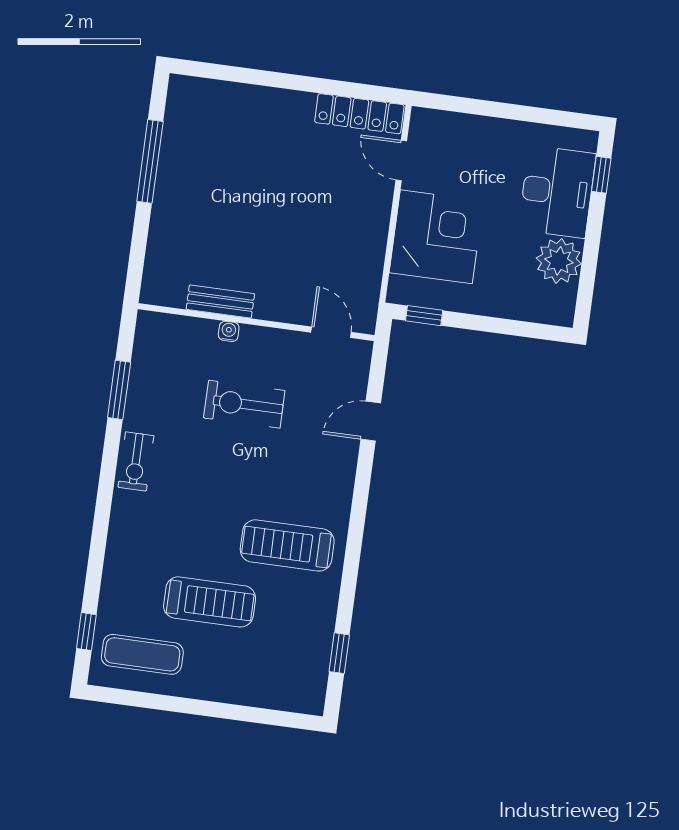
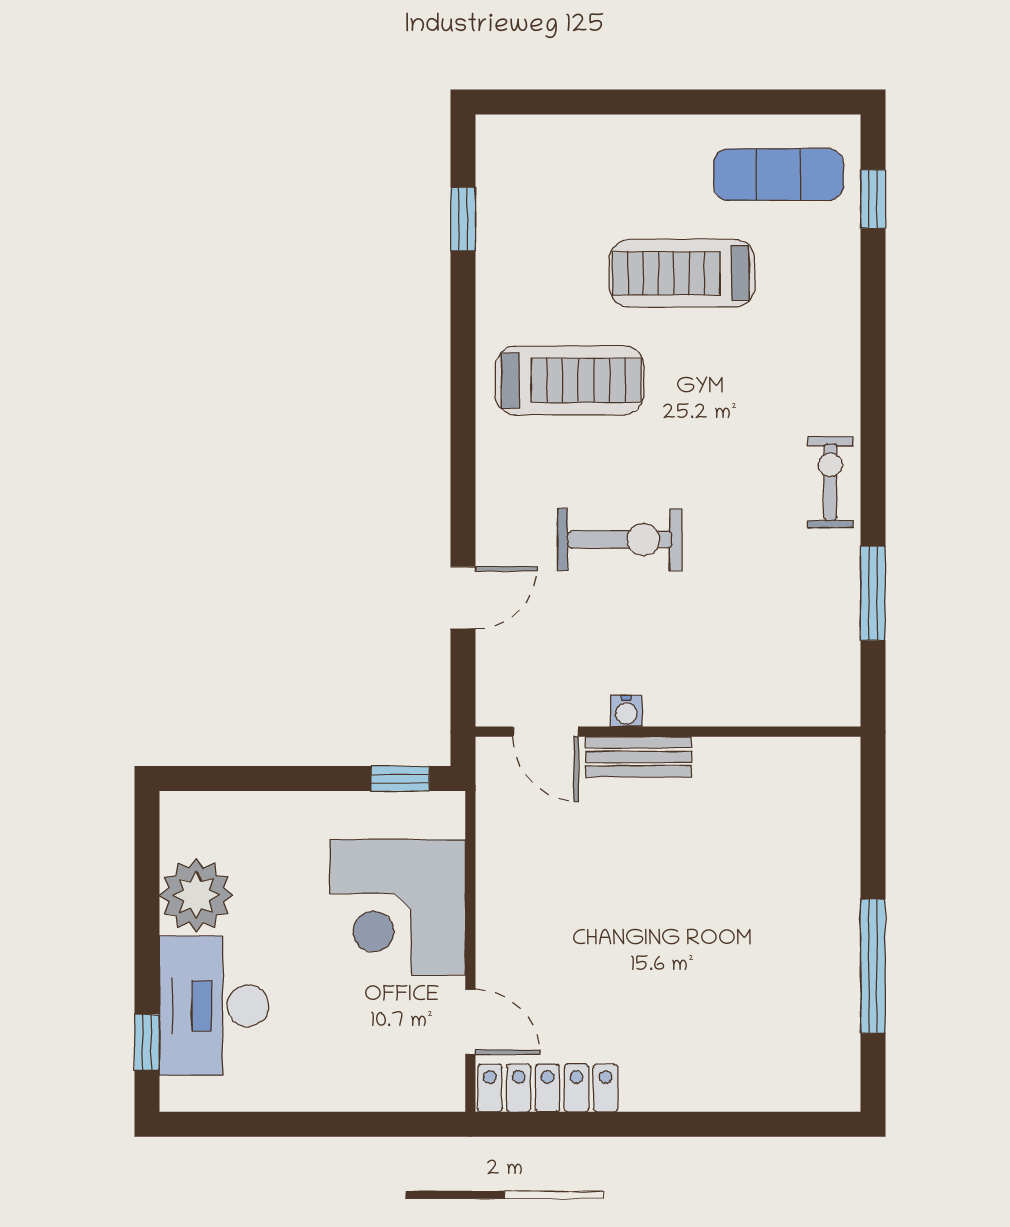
bench: (220, 302) -> (639, 757), moved
water cooler: (229, 331) -> (626, 711), moved
exercise bike: (244, 404) -> (620, 540), moved

